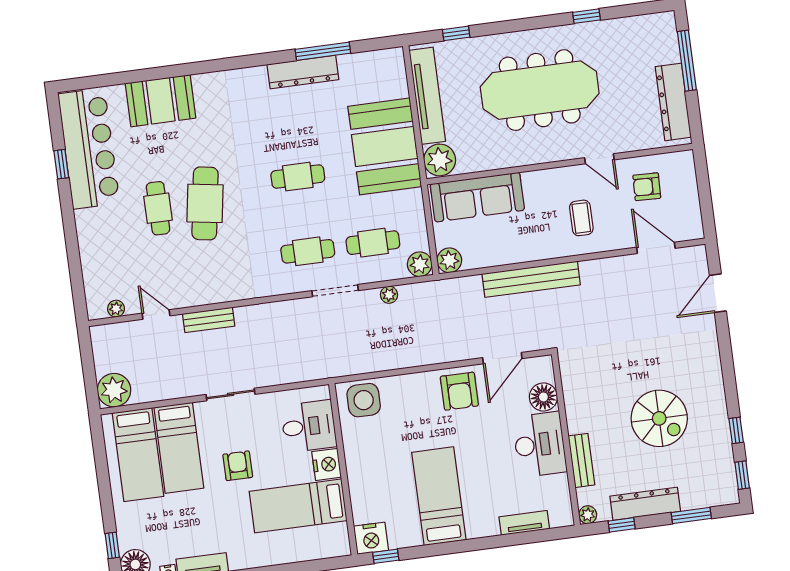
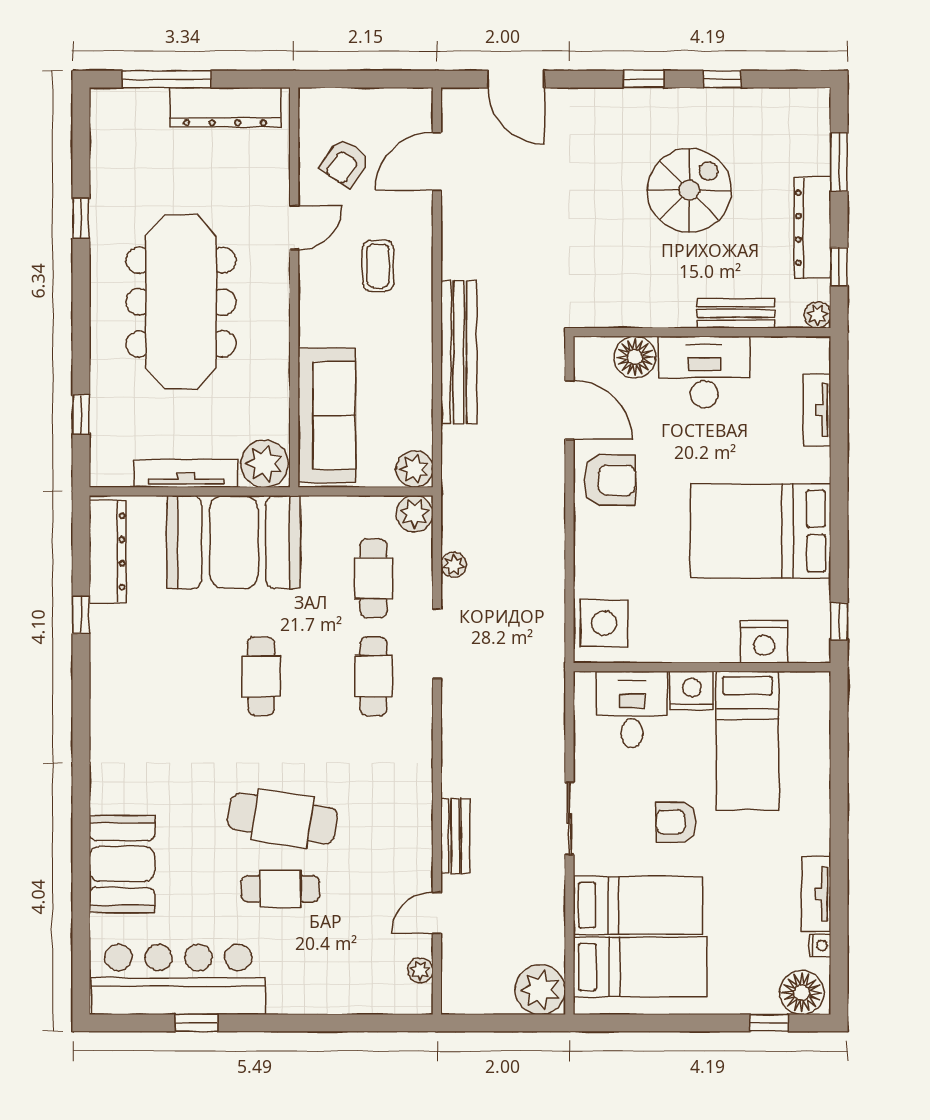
window: (323, 51) -> (81, 615), width x0.46
dresser: (303, 72) -> (108, 551), moved
tv unit: (427, 96) -> (186, 473), width x0.73, depth x0.78
armchair: (647, 187) -> (345, 163), turned 32
coffee table: (581, 218) -> (378, 266), turned 90
window: (742, 475) -> (644, 79), moved
bed: (439, 496) -> (761, 531), width x1.50
nightstand: (371, 538) -> (764, 642), moved, turned 90

